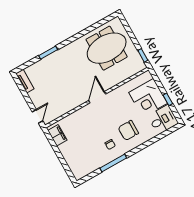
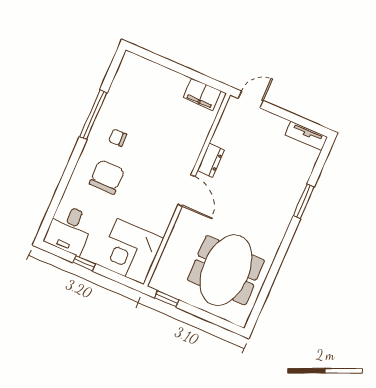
corner desk: (148, 98) -> (130, 251), moved, turned -90
dresser: (76, 103) -> (211, 160), added
door: (37, 116) -> (251, 99), swing flipped

